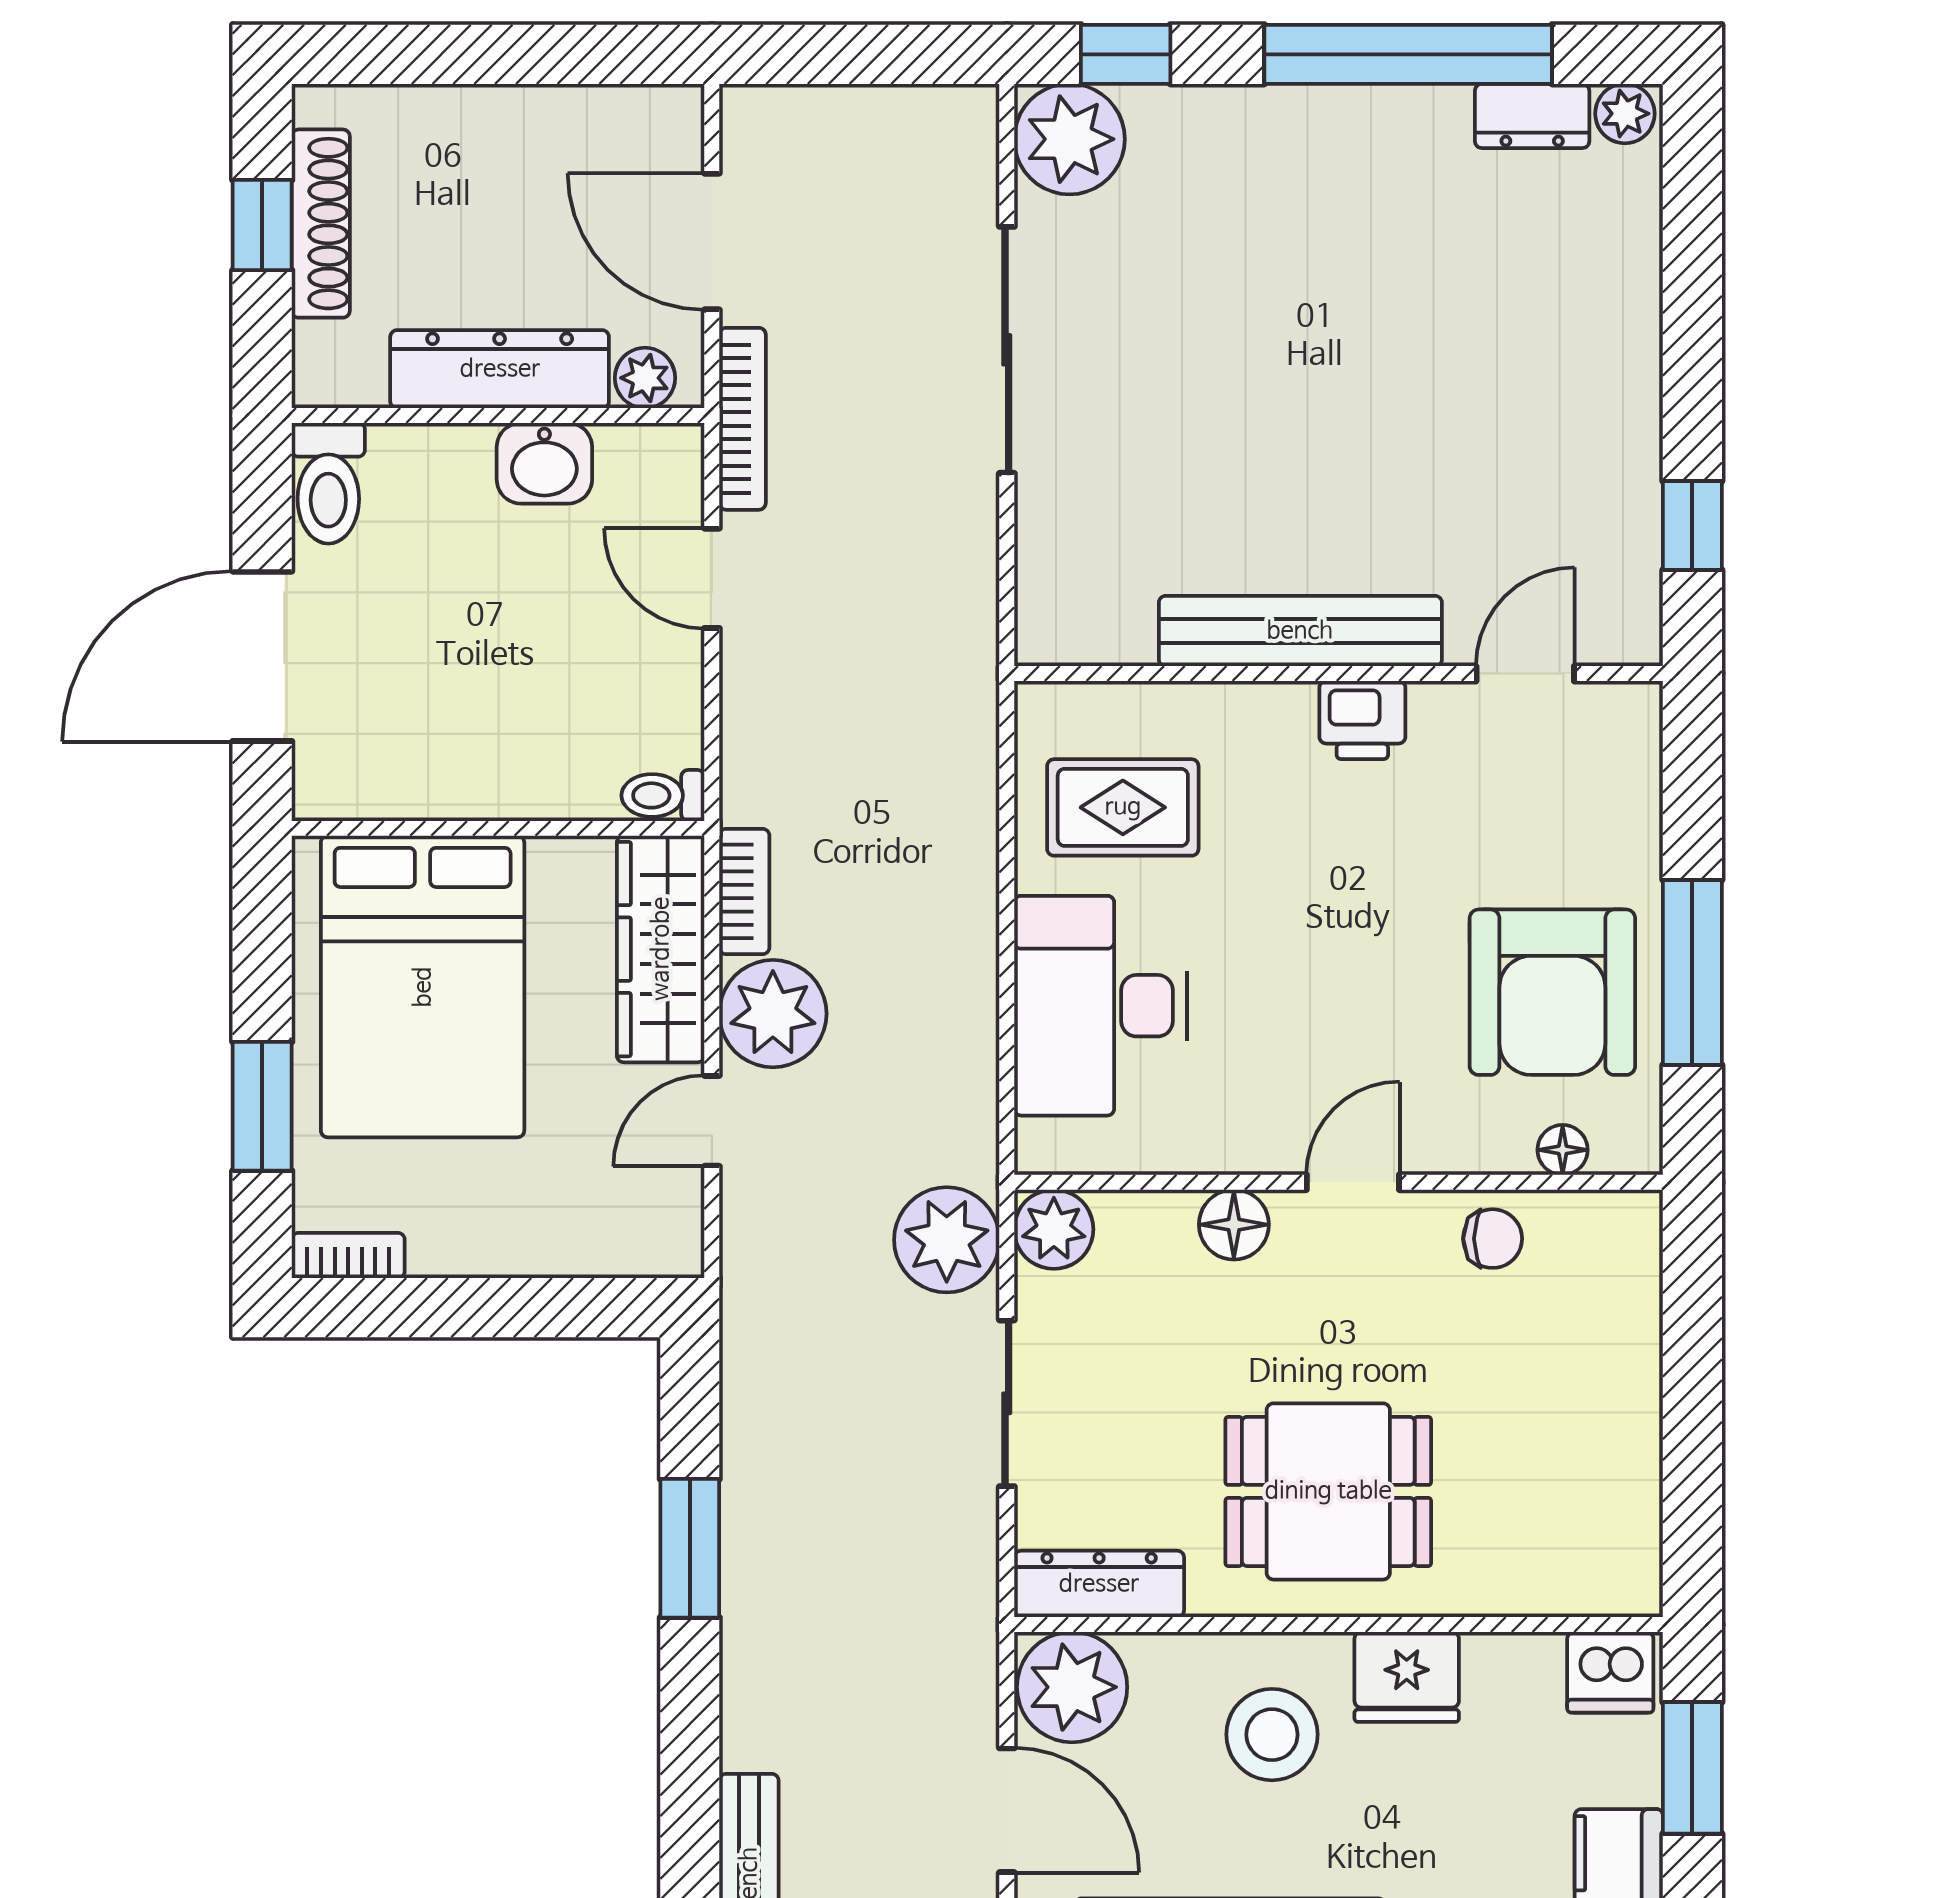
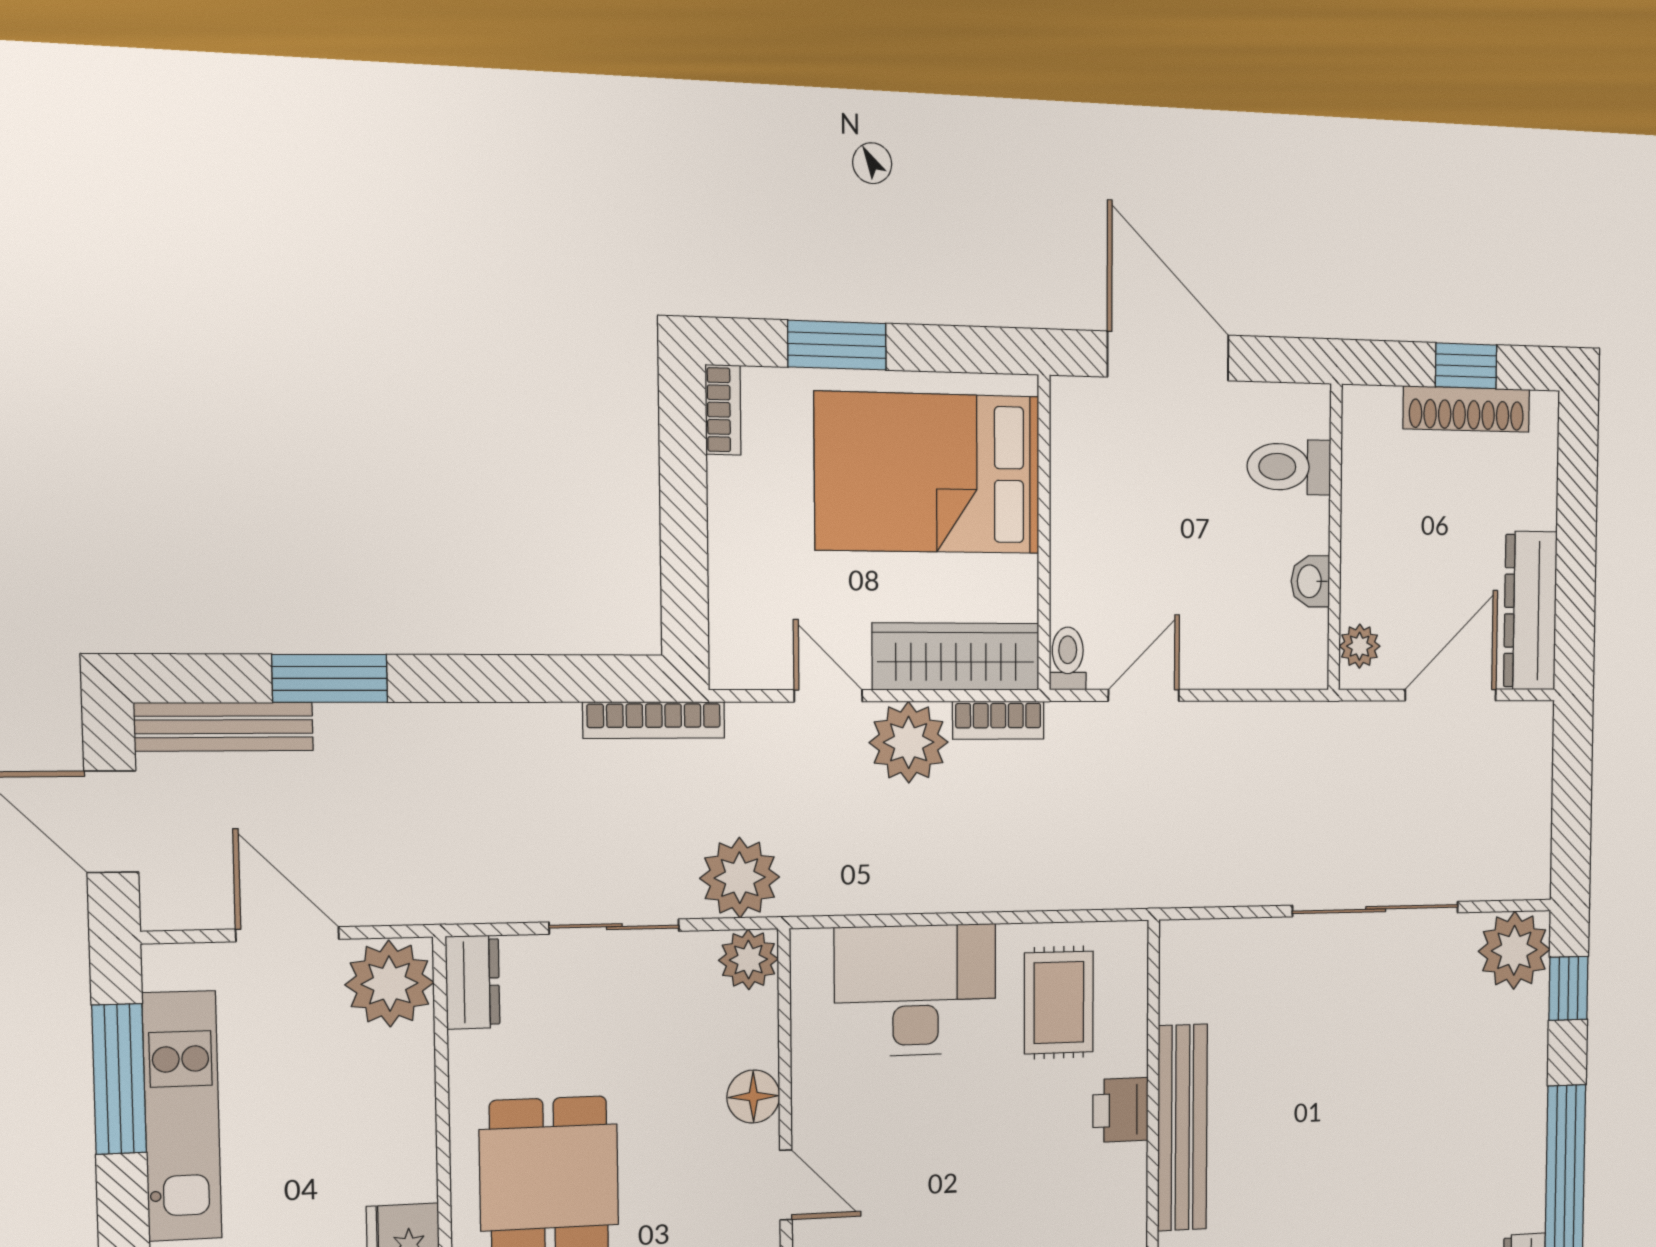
dresser: (500, 369) -> (1530, 611), moved, turned 180
bookcase: (743, 419) -> (654, 720), moved
washbasin: (544, 463) -> (1310, 581), width x0.72, depth x0.69
toilet: (328, 483) -> (1289, 467), moved
door: (712, 578) -> (1144, 695), moved
printer: (1362, 720) -> (1120, 1110), moved
window: (690, 1548) -> (330, 678), moved
dresser: (1099, 1584) -> (473, 982), width x0.70
stool: (1272, 1735) -> (354, 1142), removed
door: (1007, 1810) -> (287, 934), swing flipped

